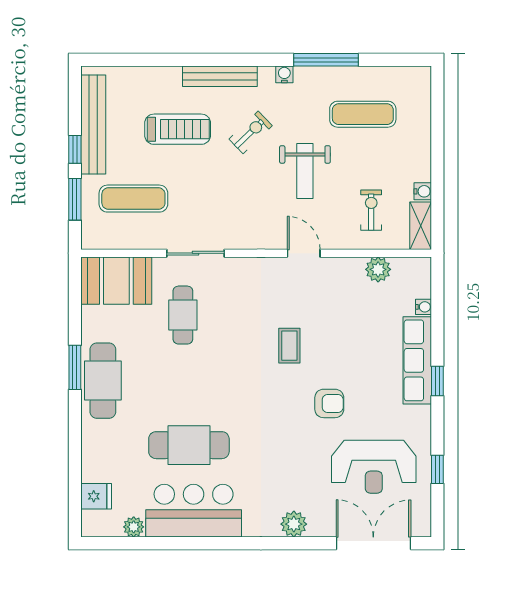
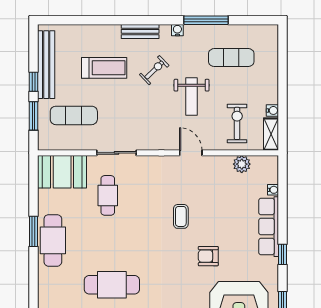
bench: (220, 76) -> (140, 31), width x0.73
exercise bike: (371, 210) -> (237, 123), width x1.38, depth x1.39
window: (437, 381) -> (282, 254), moved
armchair: (329, 403) -> (208, 256), turned 180

